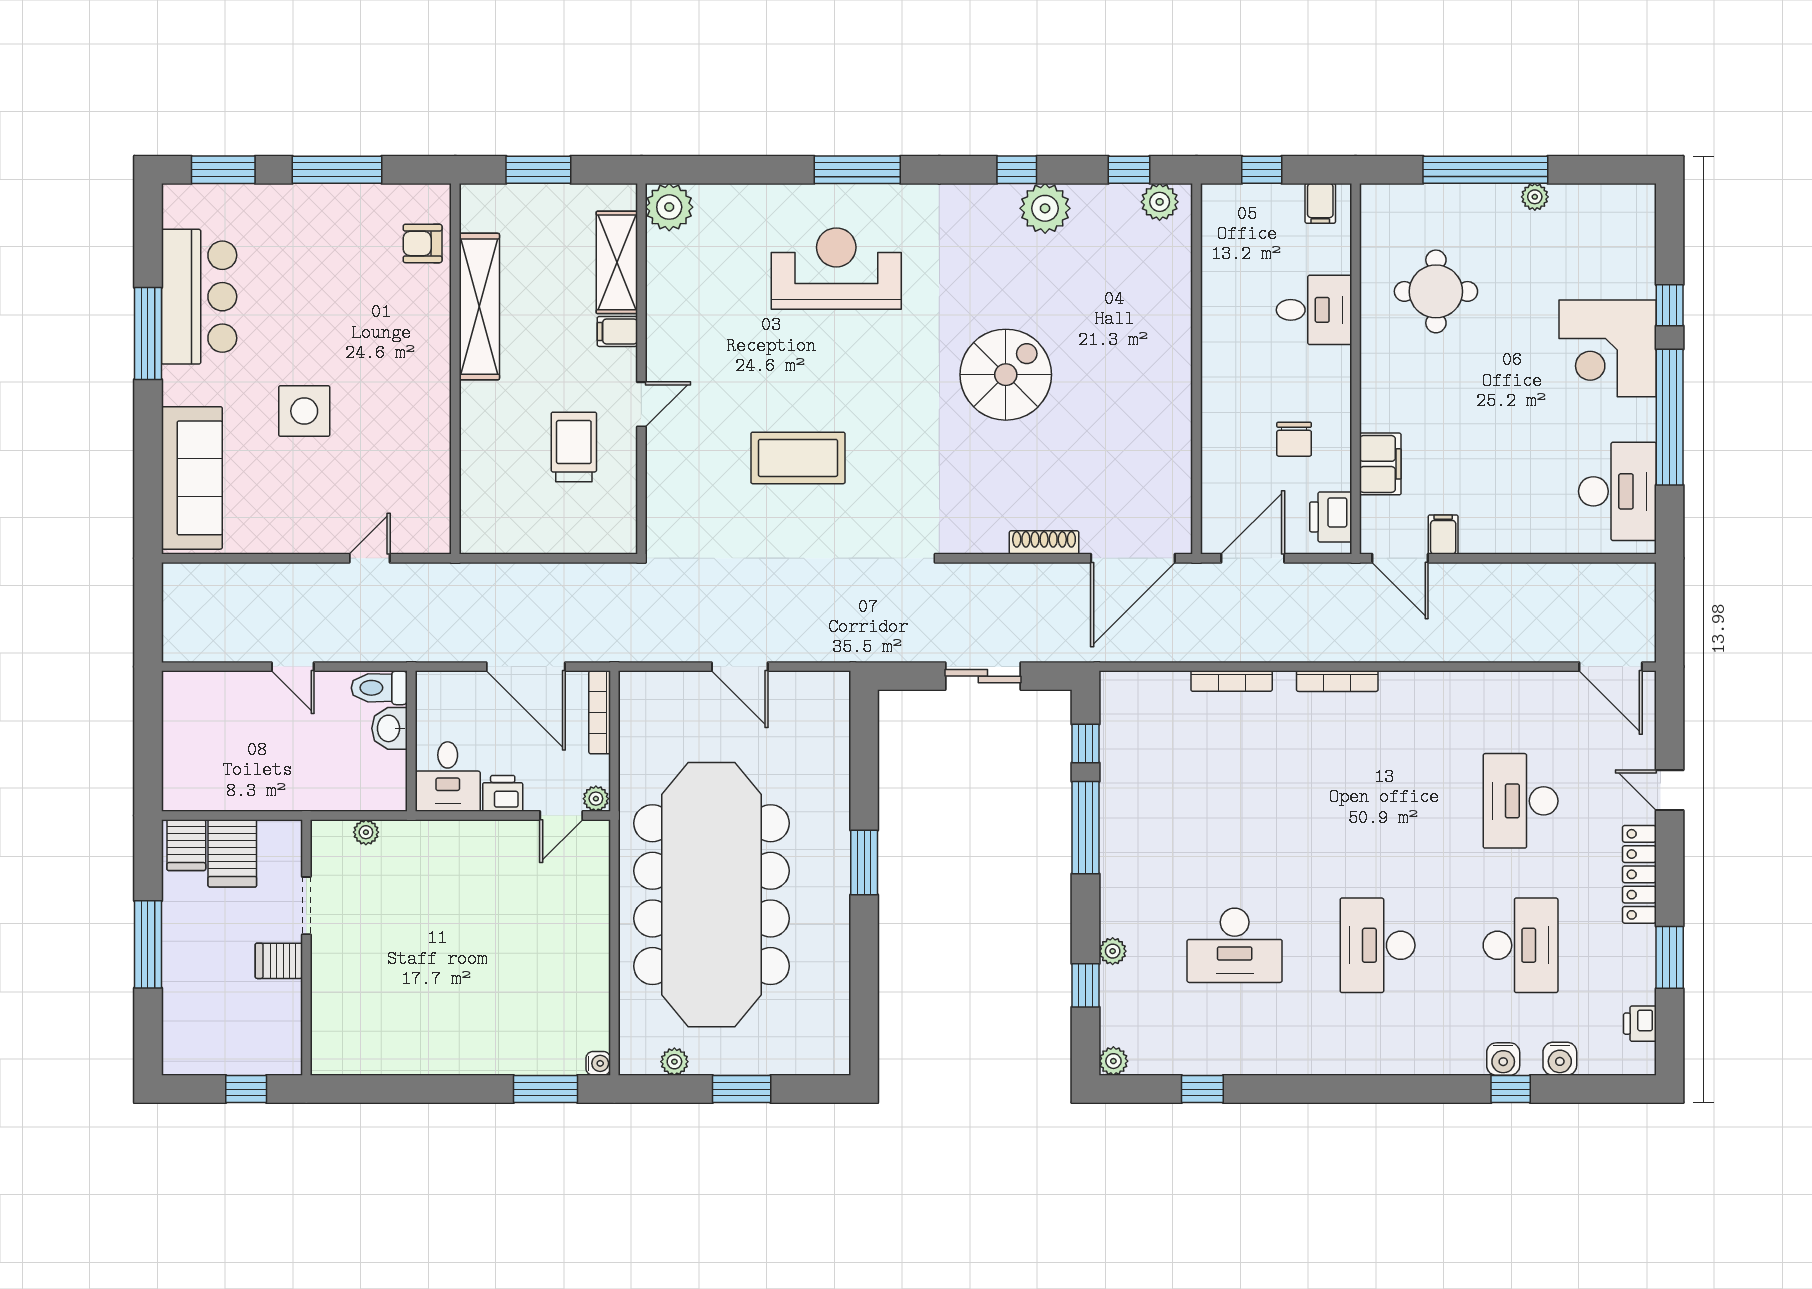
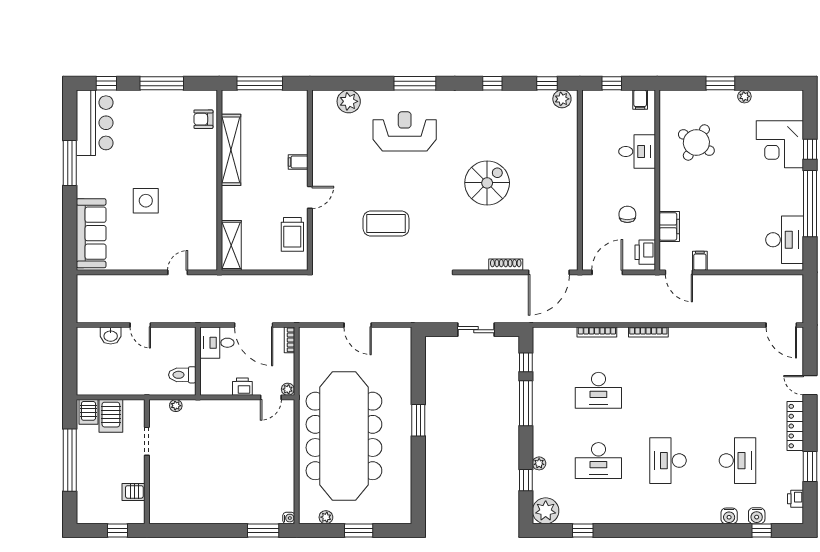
window: (223, 170) -> (106, 83), width x0.67
window: (538, 170) -> (260, 83), width x1.44
window: (1485, 170) -> (720, 83), width x0.47
plant: (669, 207) -> (349, 101), moved
plant: (1045, 208) -> (506, 102), removed
shelving: (617, 262) -> (231, 245), moved
round table: (1436, 291) -> (696, 142), turned 32
bar counter: (199, 297) -> (95, 123), moved
corner desk: (1608, 348) -> (780, 144), moved
chair: (1294, 439) -> (627, 214), turned 180
trolley: (574, 447) -> (292, 234), moved, turned 180
toilet: (379, 688) -> (182, 375), moved
bookcase: (600, 712) -> (290, 340), width x0.64
washbasin: (390, 728) -> (111, 336), moved, turned -90
desk: (448, 777) -> (217, 343), moved, turned 90
desk: (1521, 801) -> (598, 390), moved, turned -90
window: (148, 944) -> (70, 460), width x1.46
server rack: (279, 961) -> (133, 492), moved
plant: (1113, 1061) -> (546, 511), width x1.87, depth x1.87
window: (1511, 1089) -> (762, 530), moved

